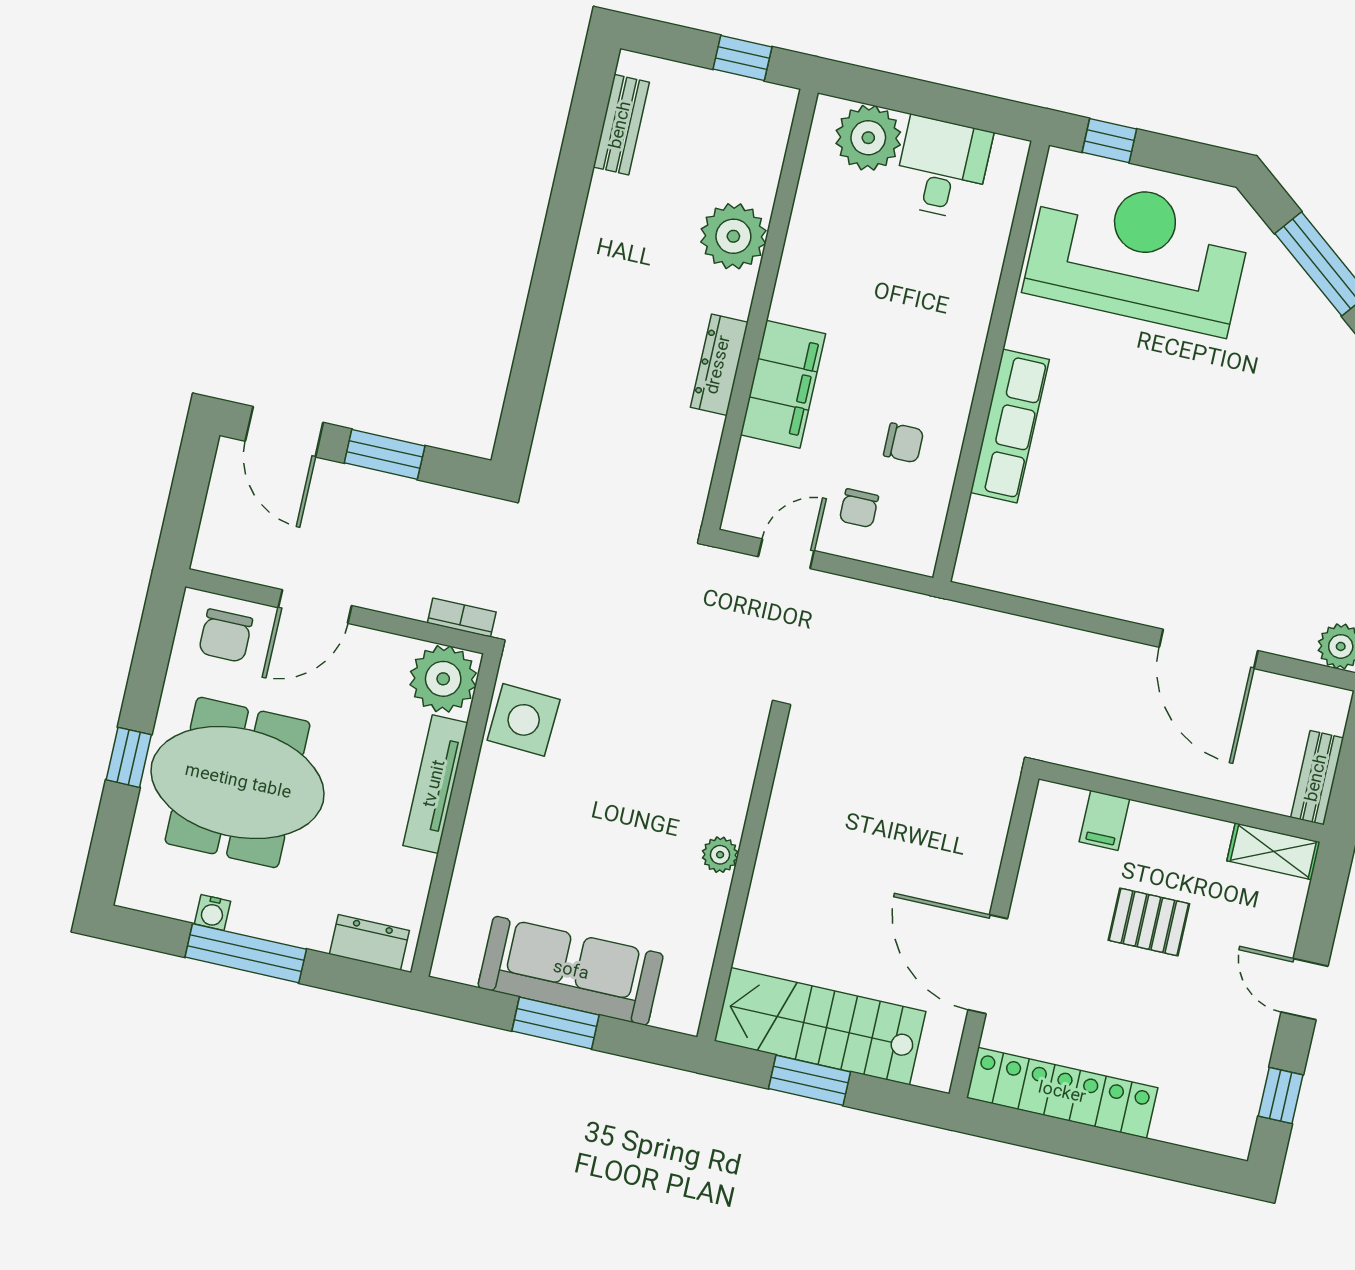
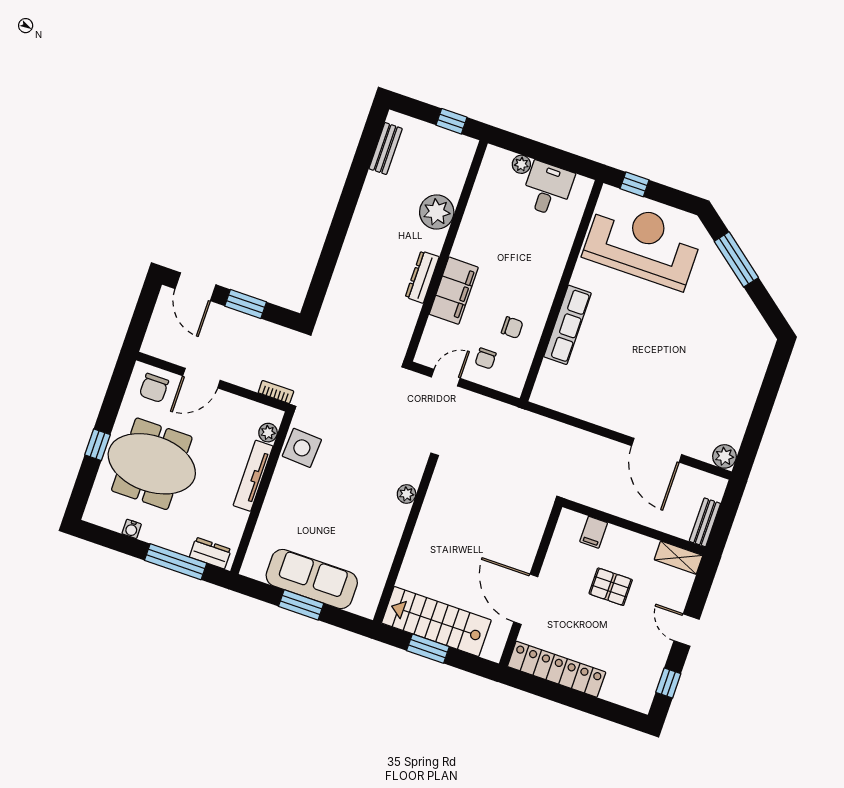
plant: (868, 138) -> (521, 164), width x0.53, depth x0.53
plant: (443, 679) -> (268, 433), width x0.53, depth x0.53
plant: (720, 855) -> (407, 494), moved
window: (246, 953) -> (176, 562), moved

